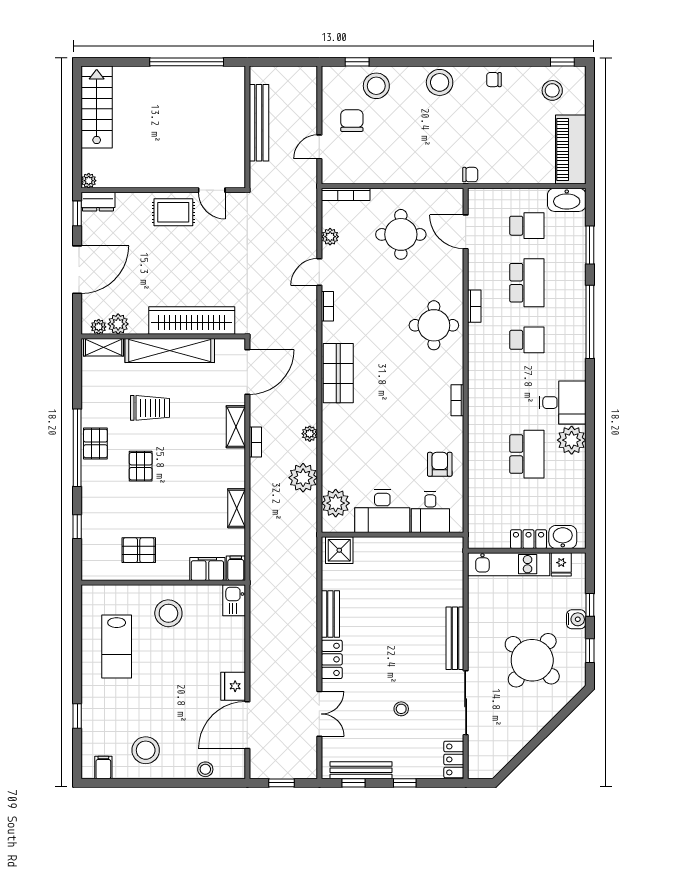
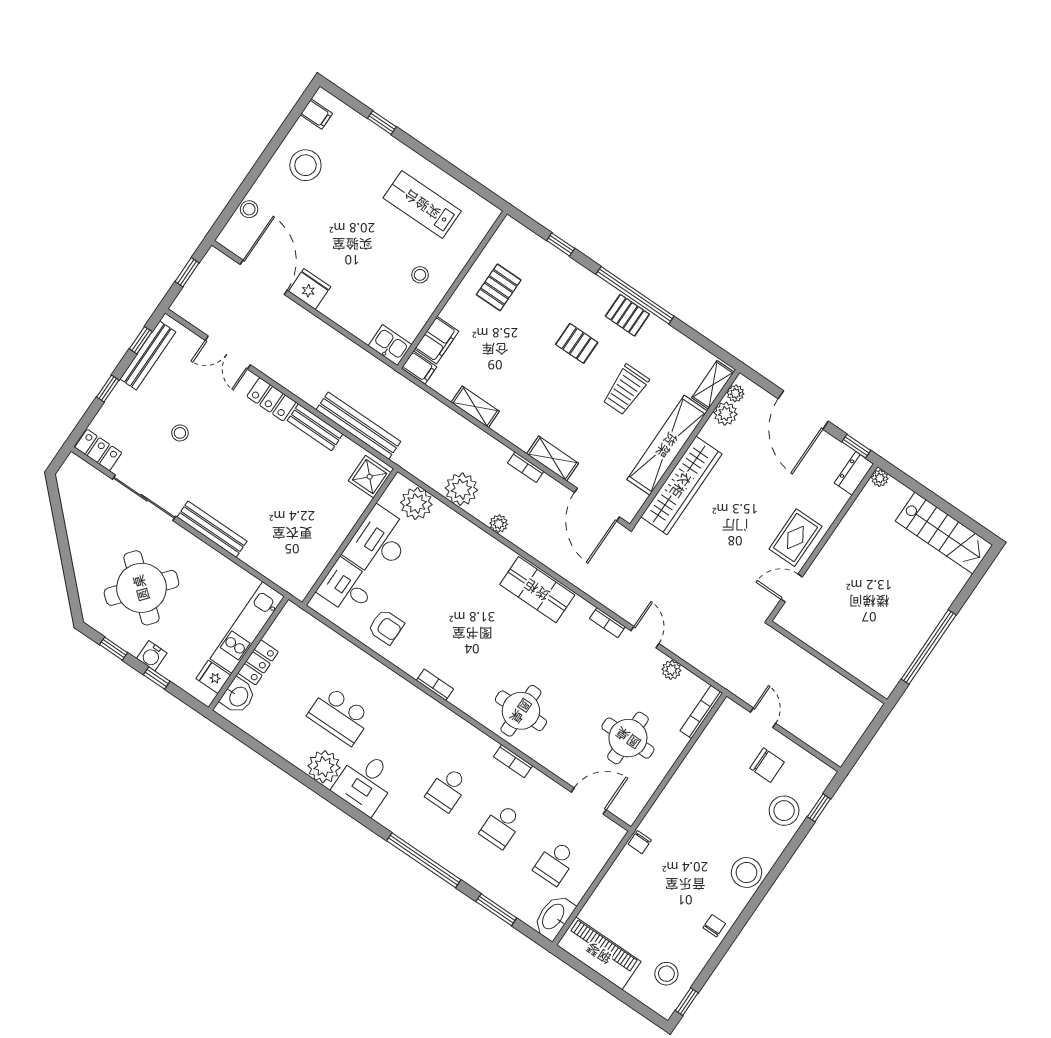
bench: (259, 123) -> (358, 426), moved
school desk: (527, 283) -> (501, 826), width x0.54
stool: (168, 613) -> (420, 275), width x0.53, depth x0.53

